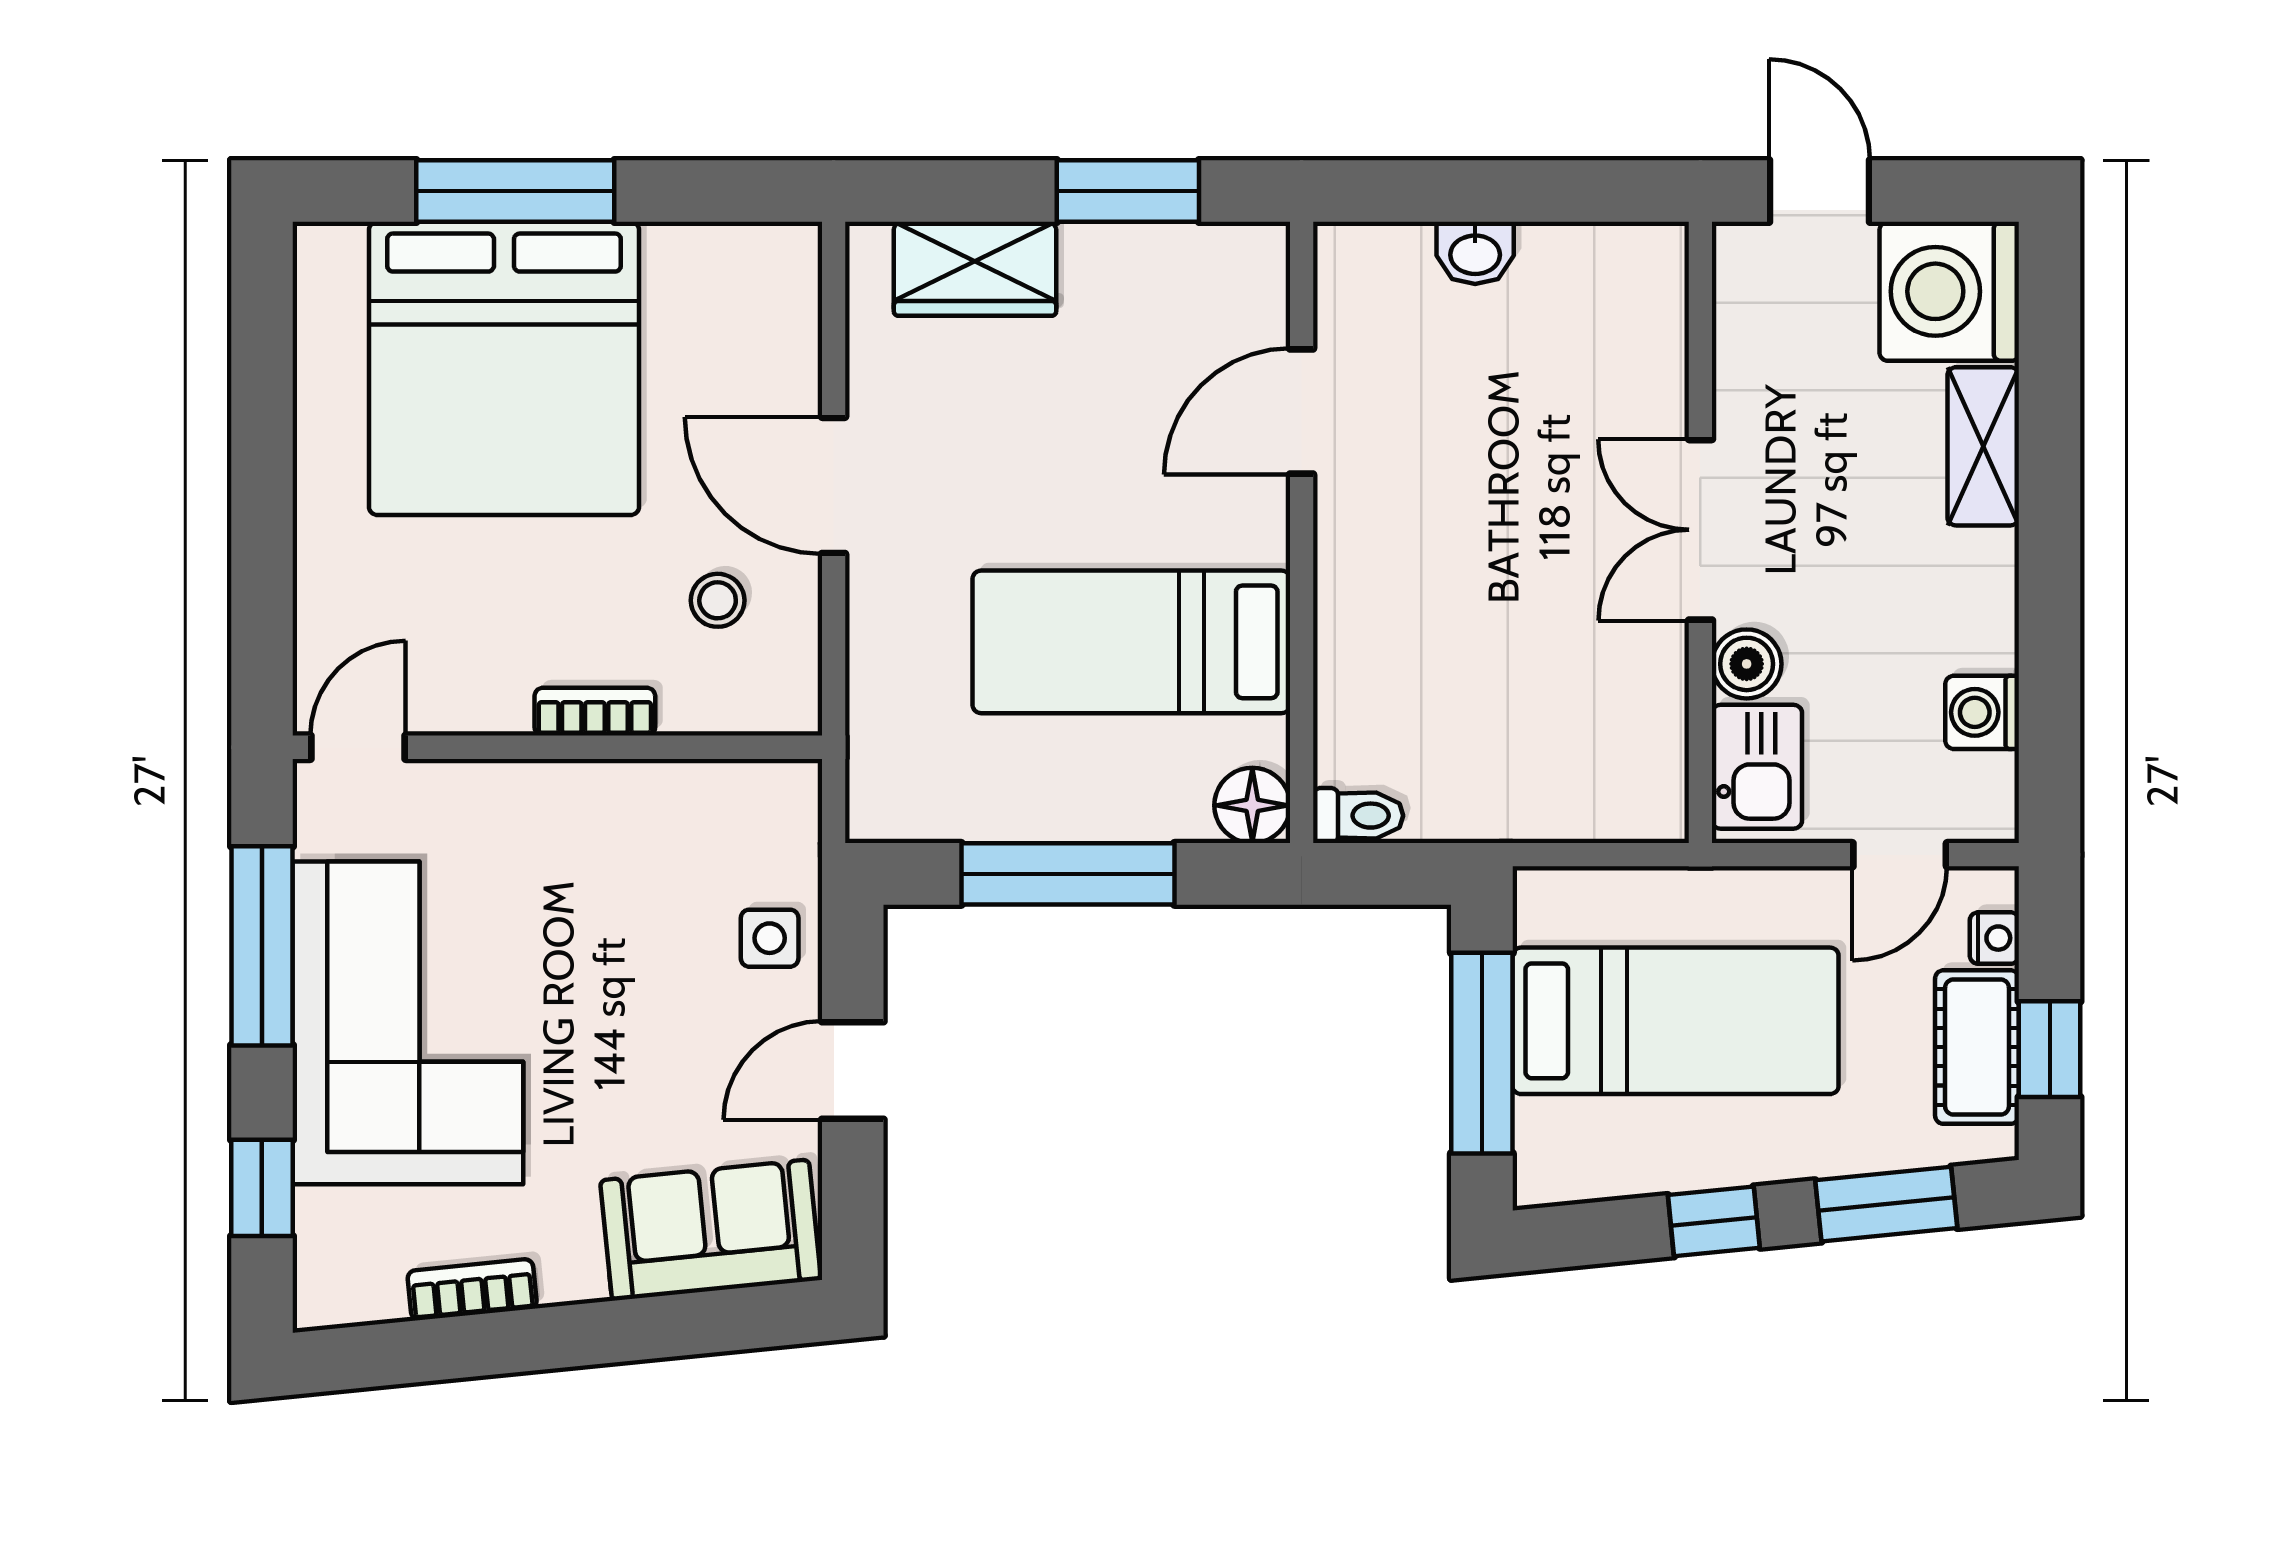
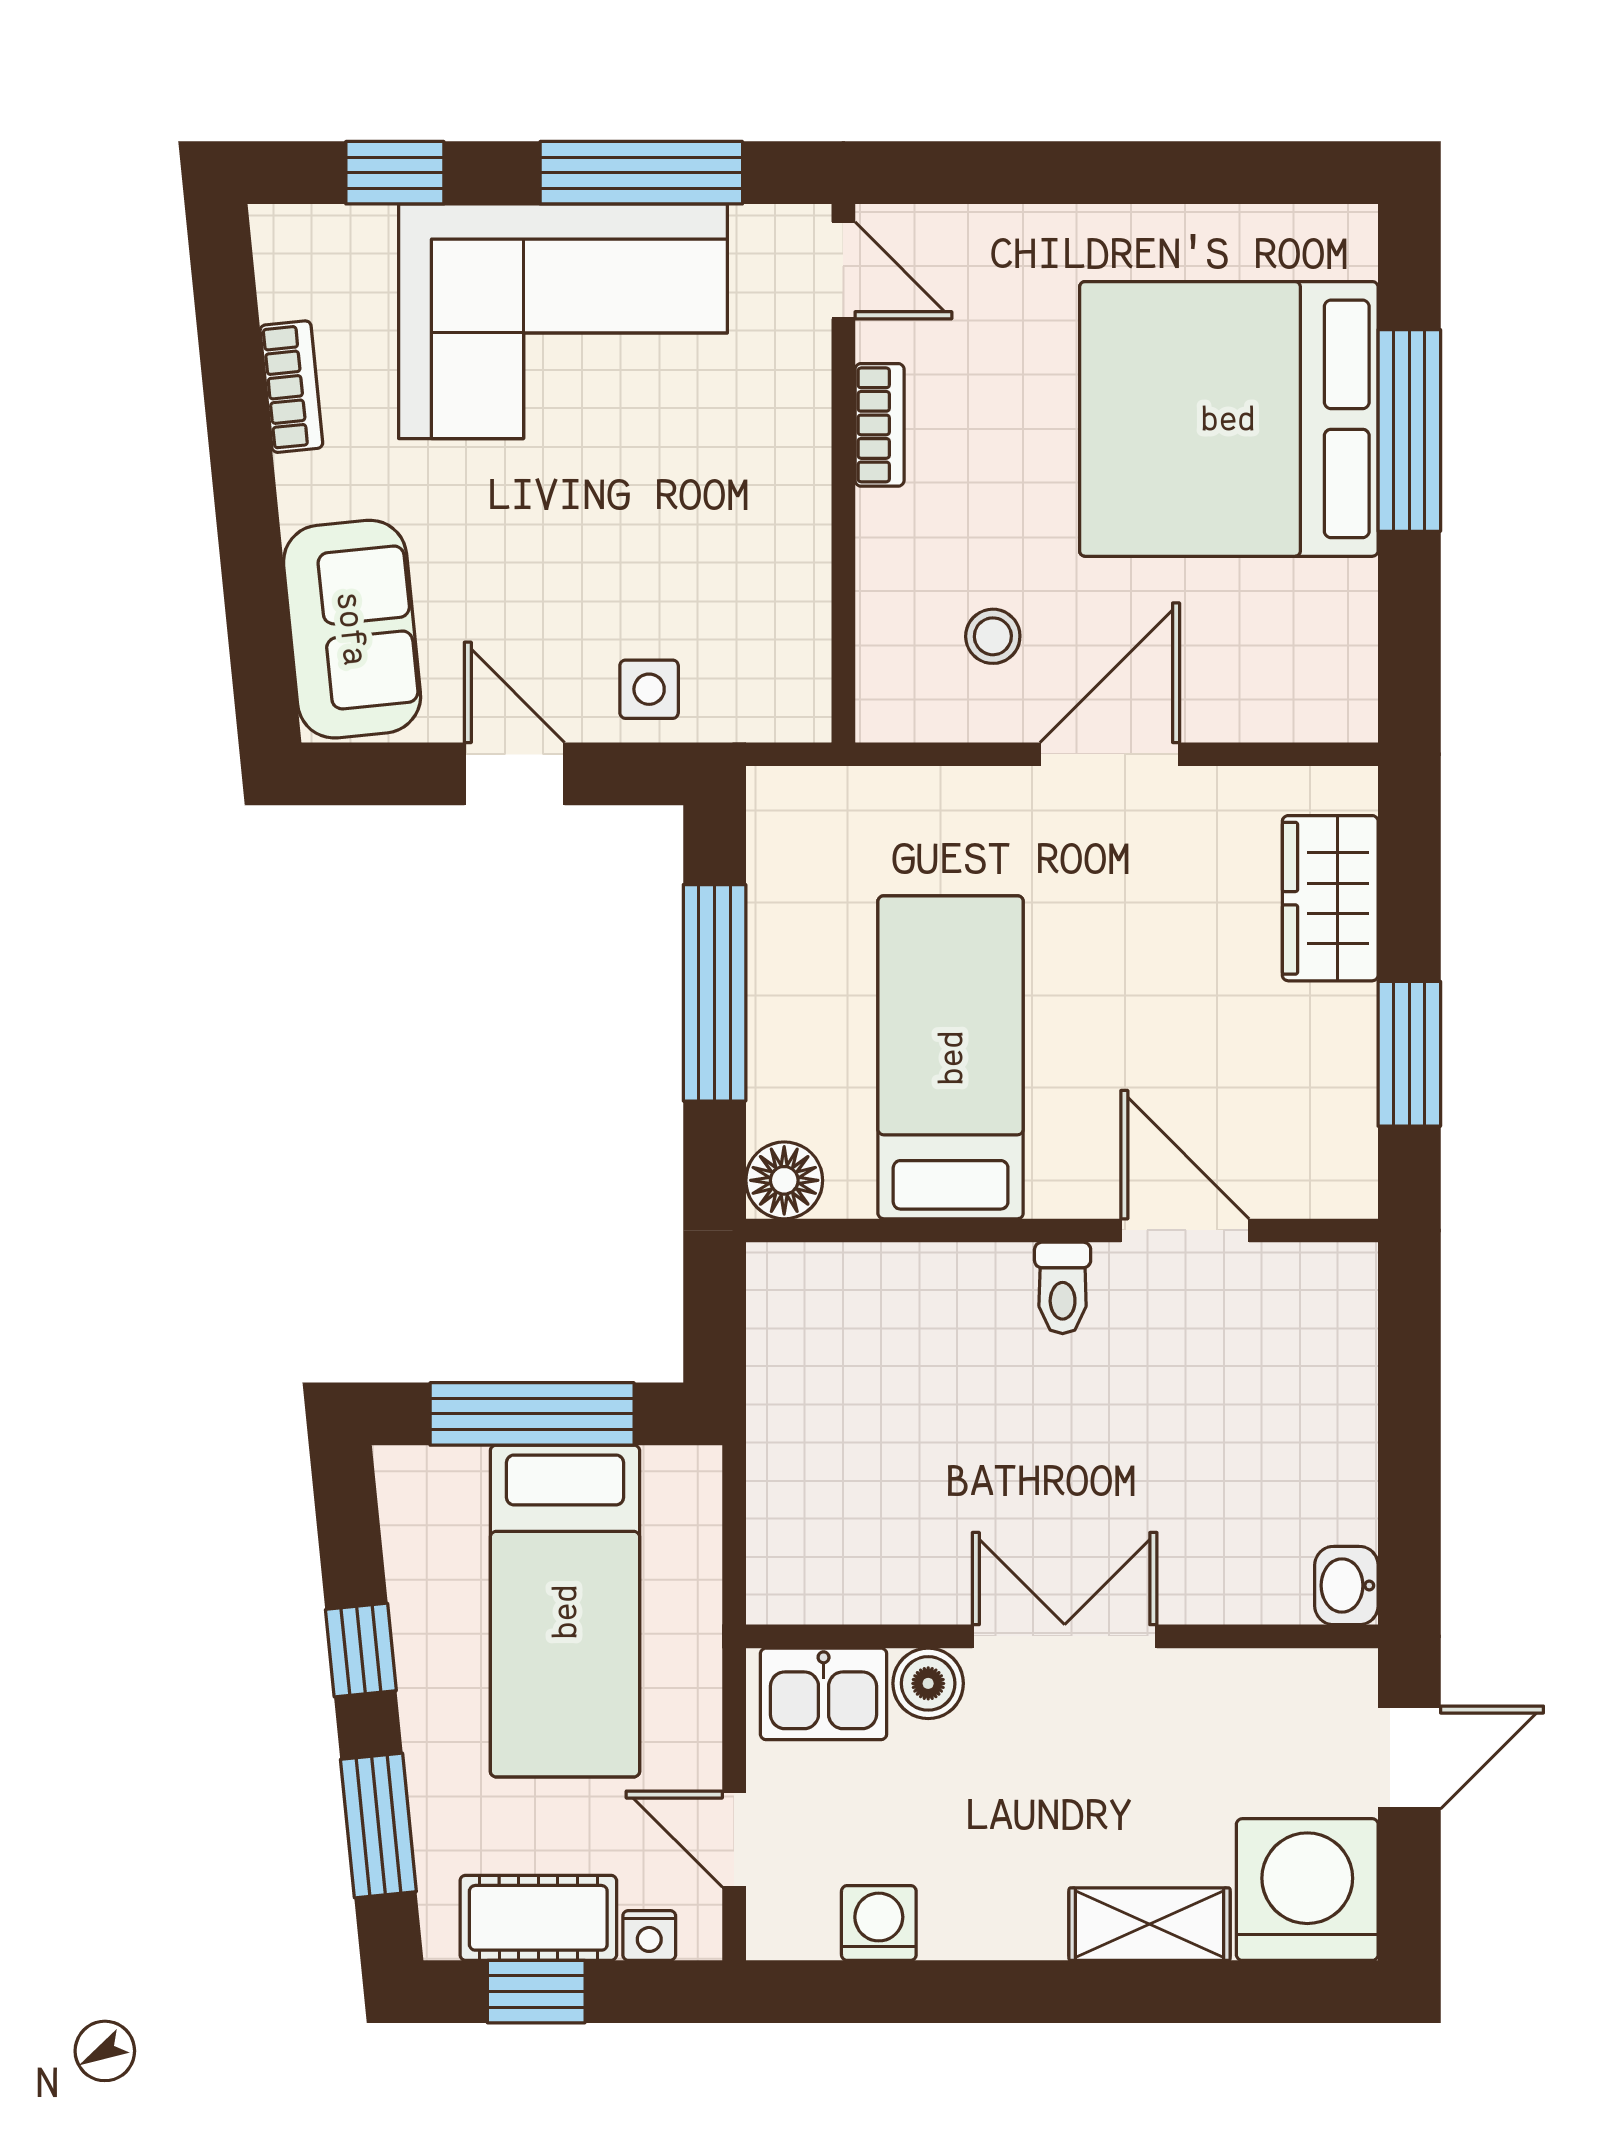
washbasin: (1475, 253) -> (1346, 1585), moved
bookcase: (595, 712) -> (880, 425), moved
toilet: (1358, 816) -> (1063, 1288), moved

